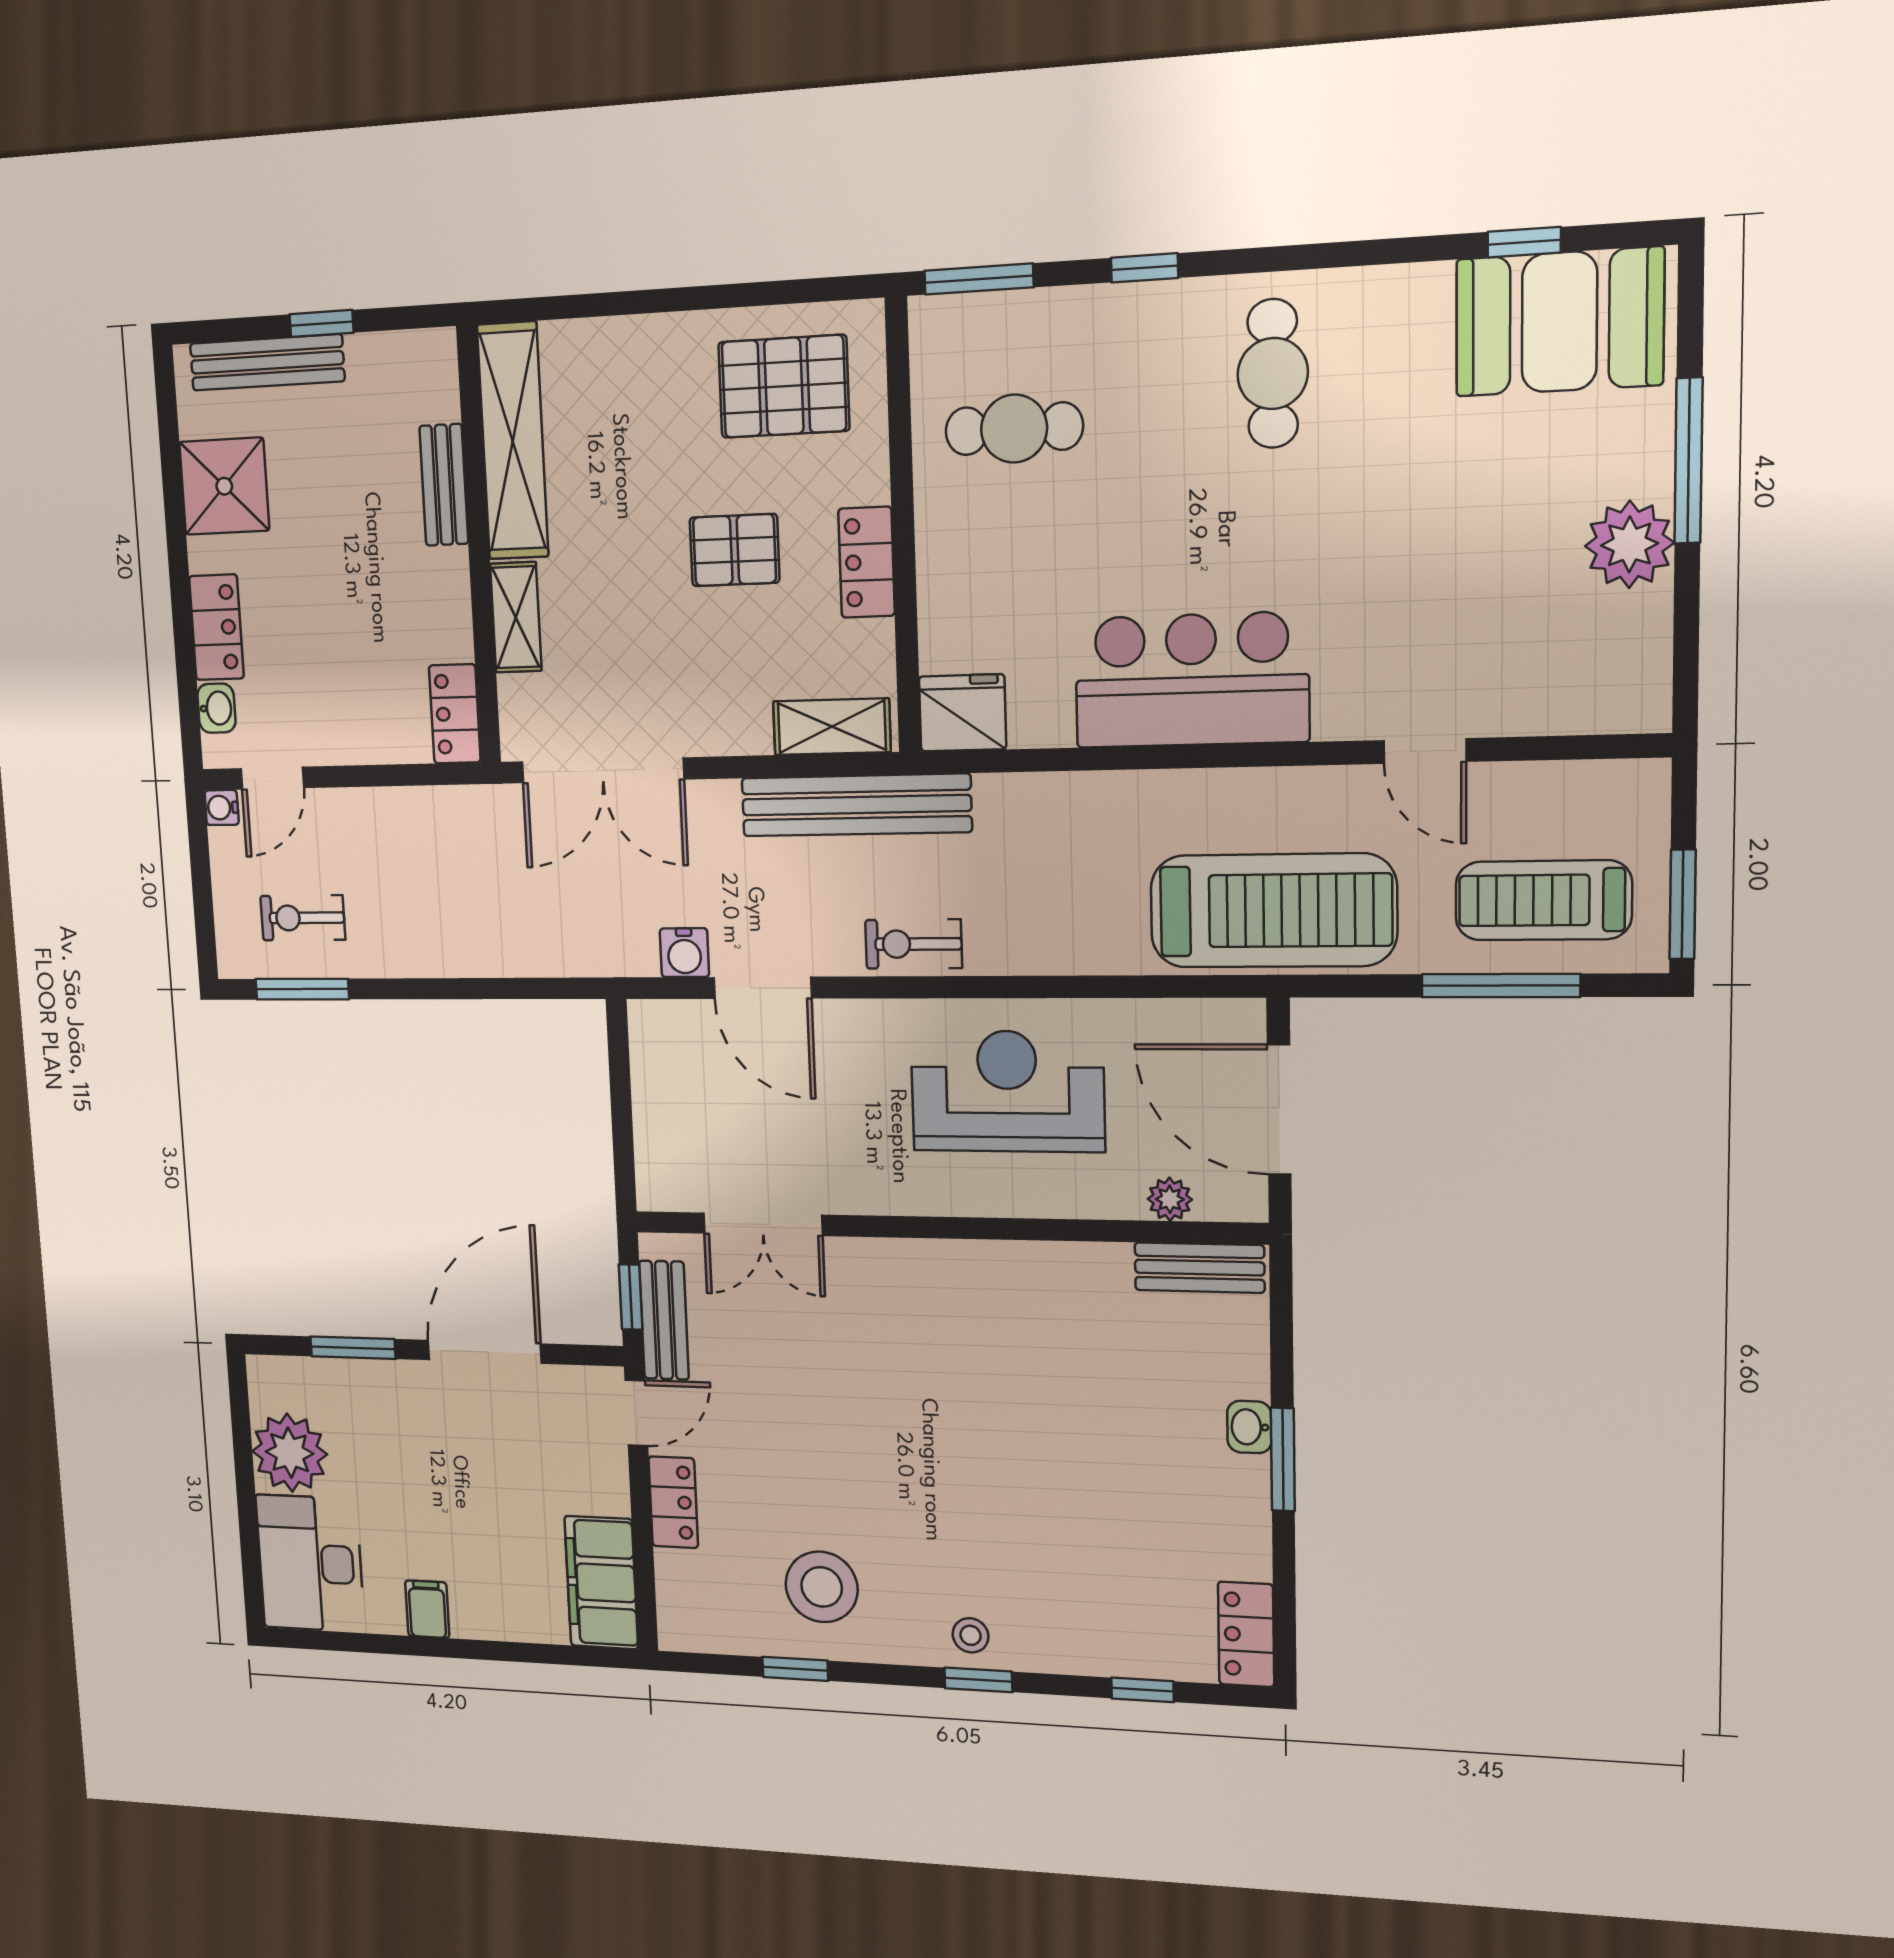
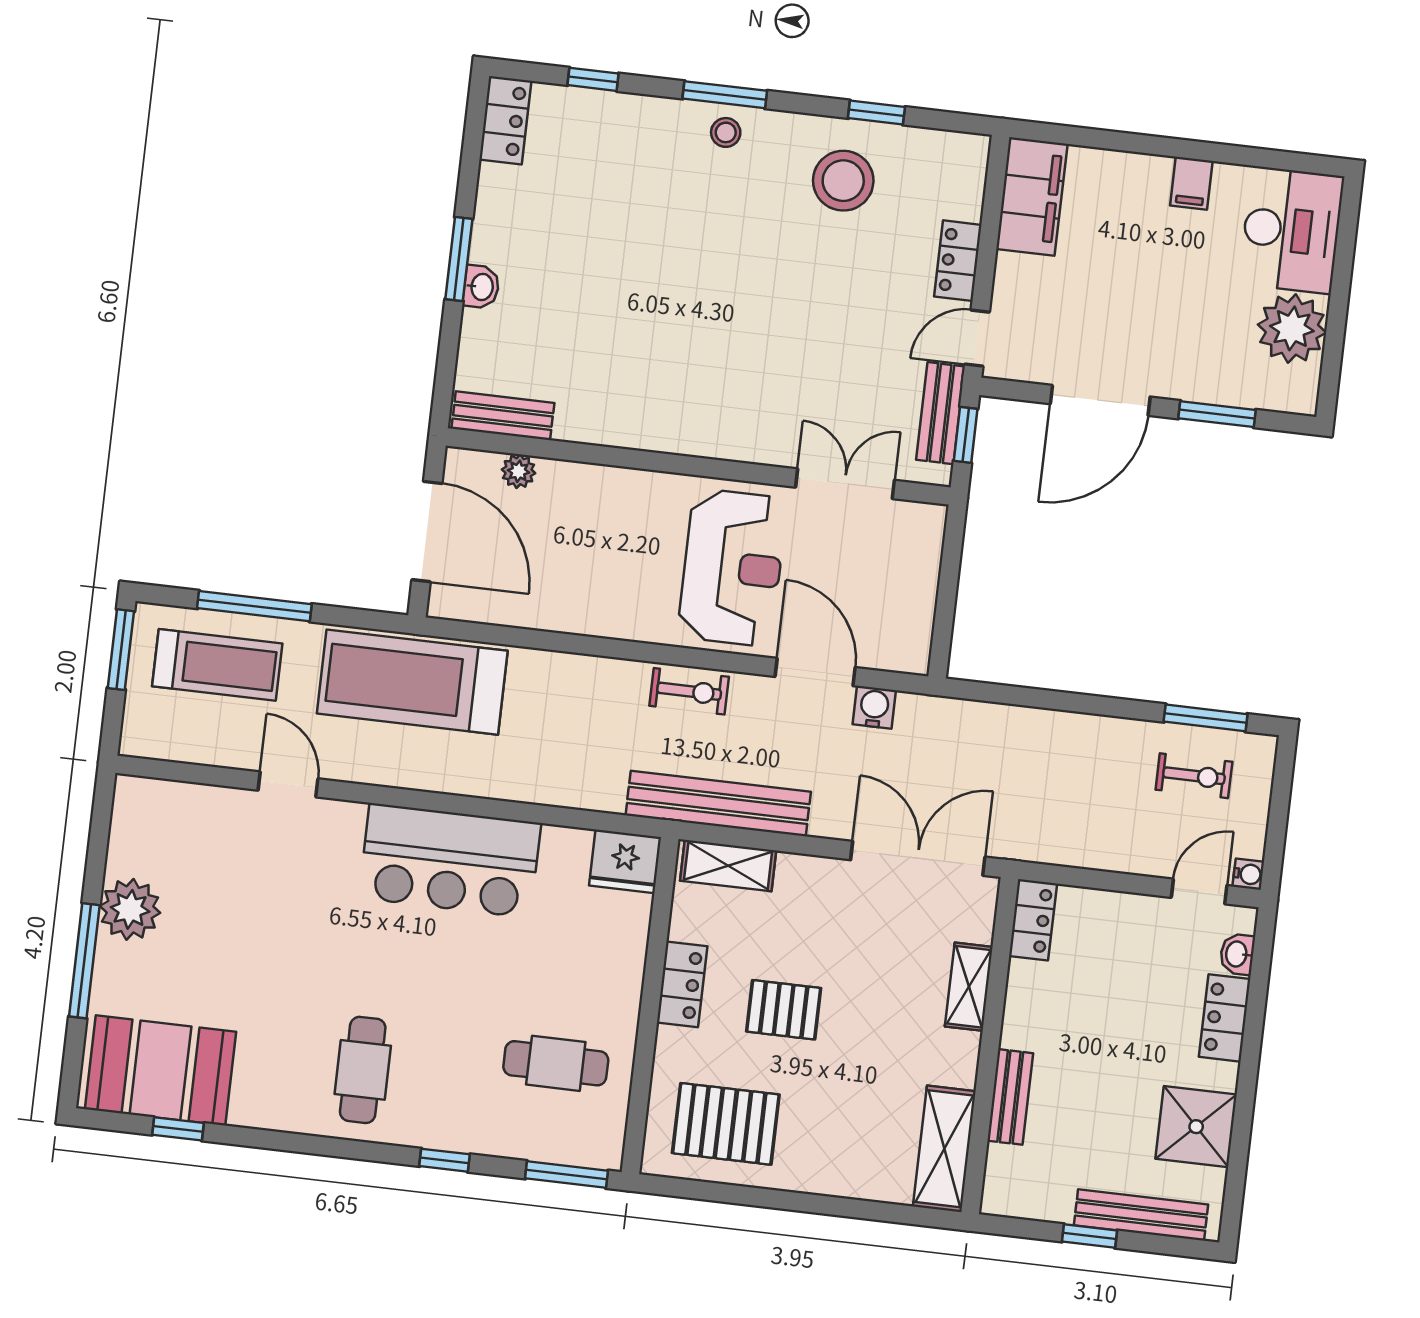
shelving: (513, 441) -> (944, 1149), width x0.68
reception desk: (1007, 1091) -> (732, 568), moved, turned -90
window: (978, 1680) -> (725, 95), width x1.50

